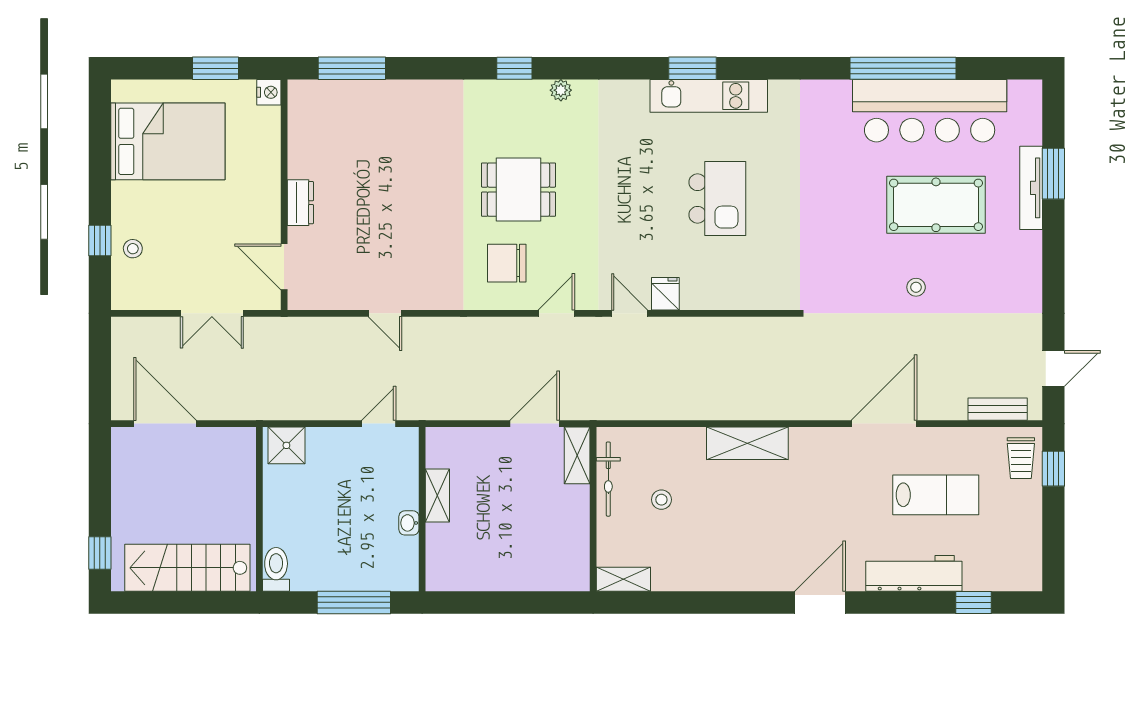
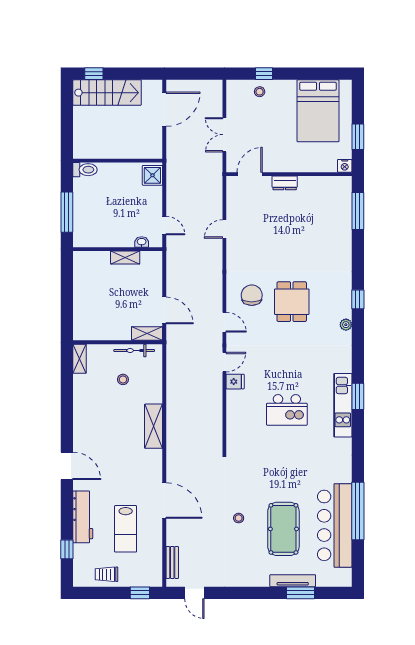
trolley: (1021, 458) -> (106, 574), moved
washbasin: (409, 523) -> (142, 242), moved
stairs: (187, 568) -> (107, 93), moved, turned 90

